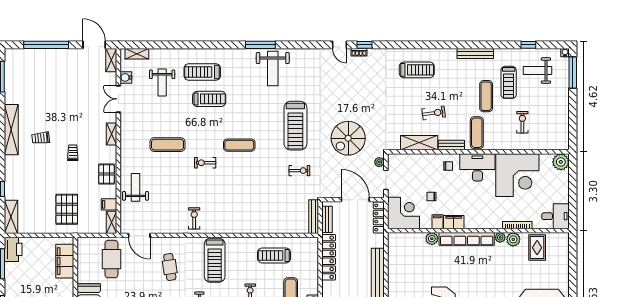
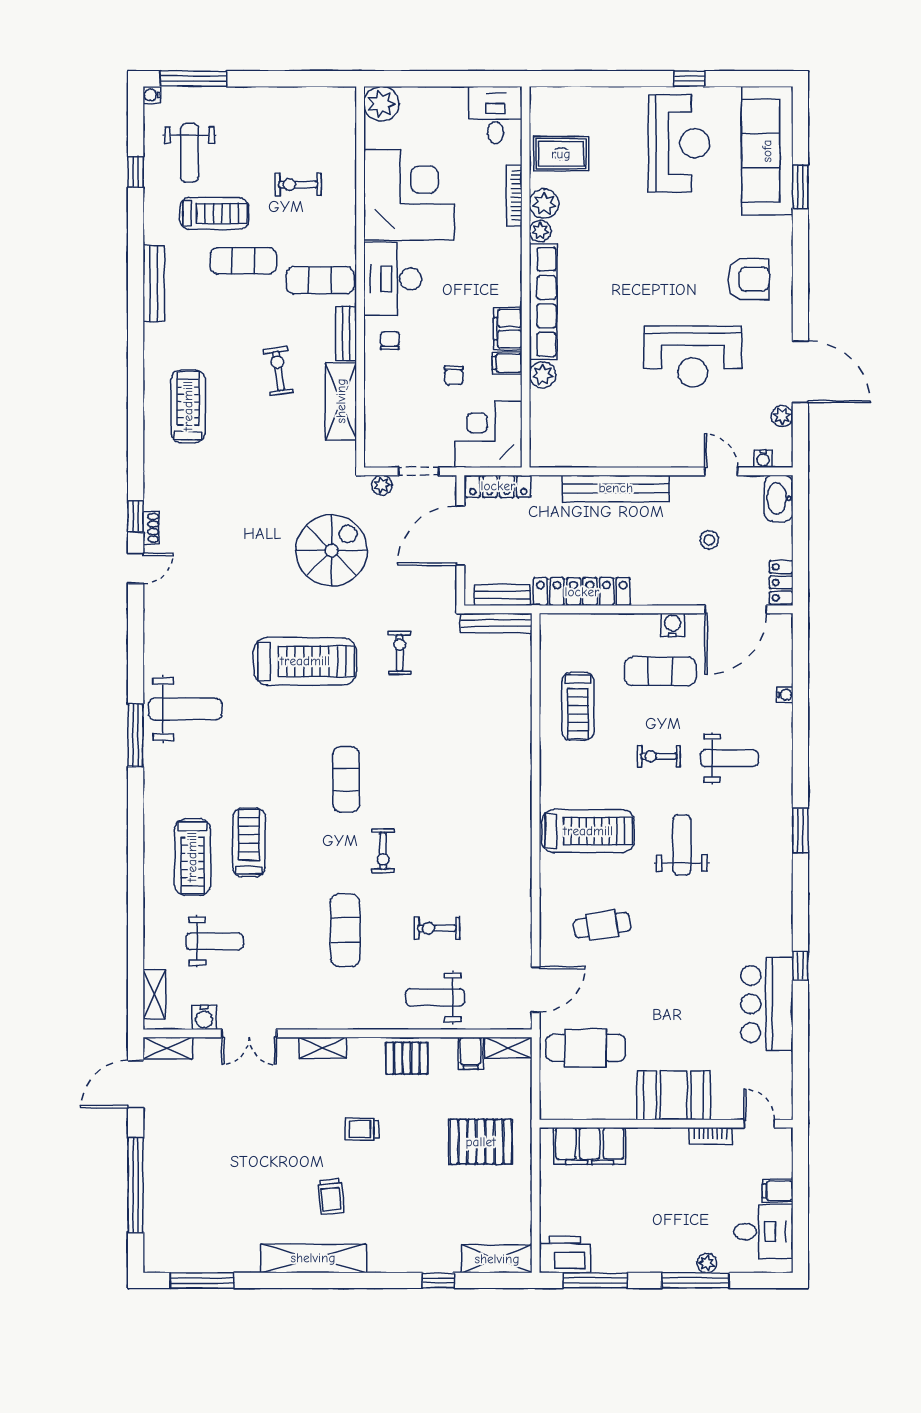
spiral stairs: (348, 138) -> (332, 550), turned -90
exercise bike: (194, 218) -> (437, 928), moved

